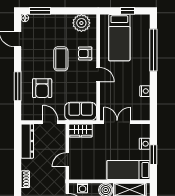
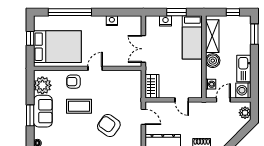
window: (40, 11) -> (30, 115), moved
bed: (119, 38) -> (57, 47), width x1.50
armchair: (85, 53) -> (73, 82), turned 90
armchair: (42, 88) -> (109, 125), turned -145
sofa: (81, 111) -> (43, 111), moved, turned 180
door: (50, 122) -> (143, 117), swing flipped

